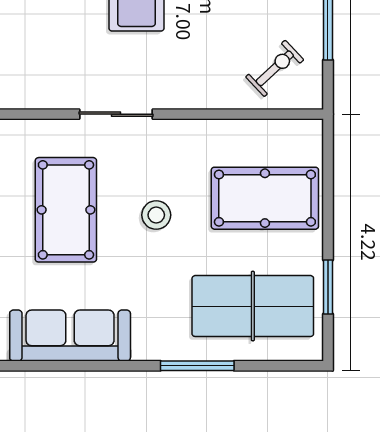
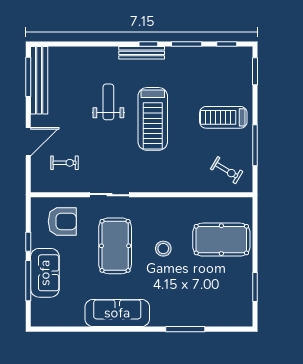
exercise bike: (275, 68) -> (227, 170), turned 74
sliding door: (116, 114) -> (109, 195), moved
table tennis table: (253, 306) -> (215, 297), removed

